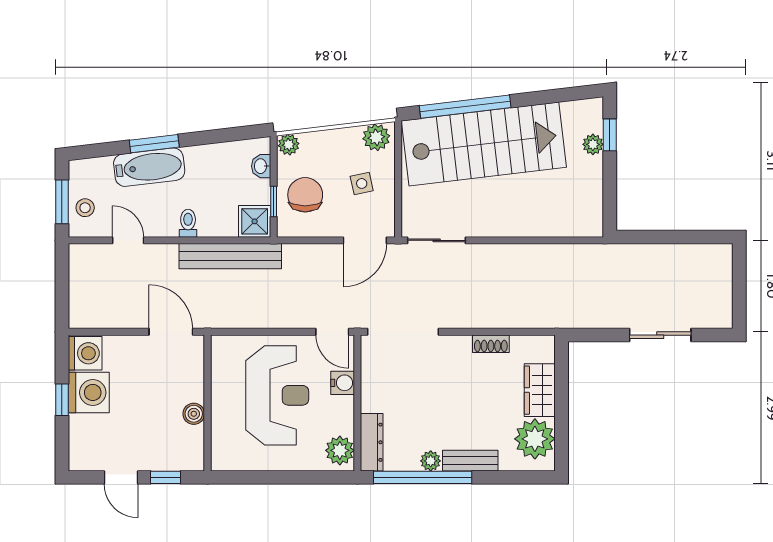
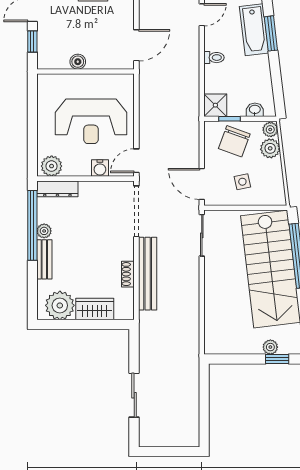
plant: (376, 137) -> (270, 148), moved
chair: (305, 195) -> (234, 141), turned 110
bench: (230, 256) -> (148, 274), moved

